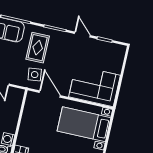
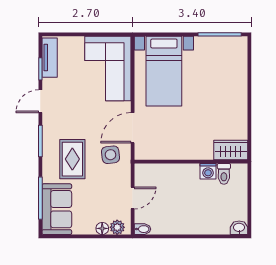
rug: (38, 48) -> (72, 159), turned 90
tv unit: (111, 48) -> (50, 58), added

